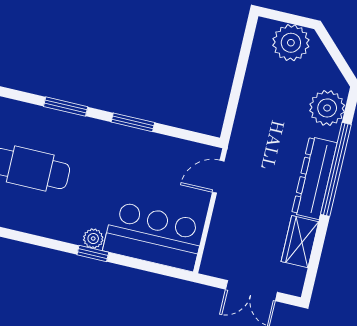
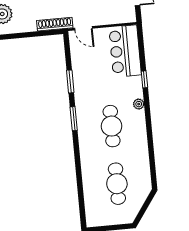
shoe rack: (242, 129) -> (55, 24), added
plant: (93, 239) -> (139, 104), moved

